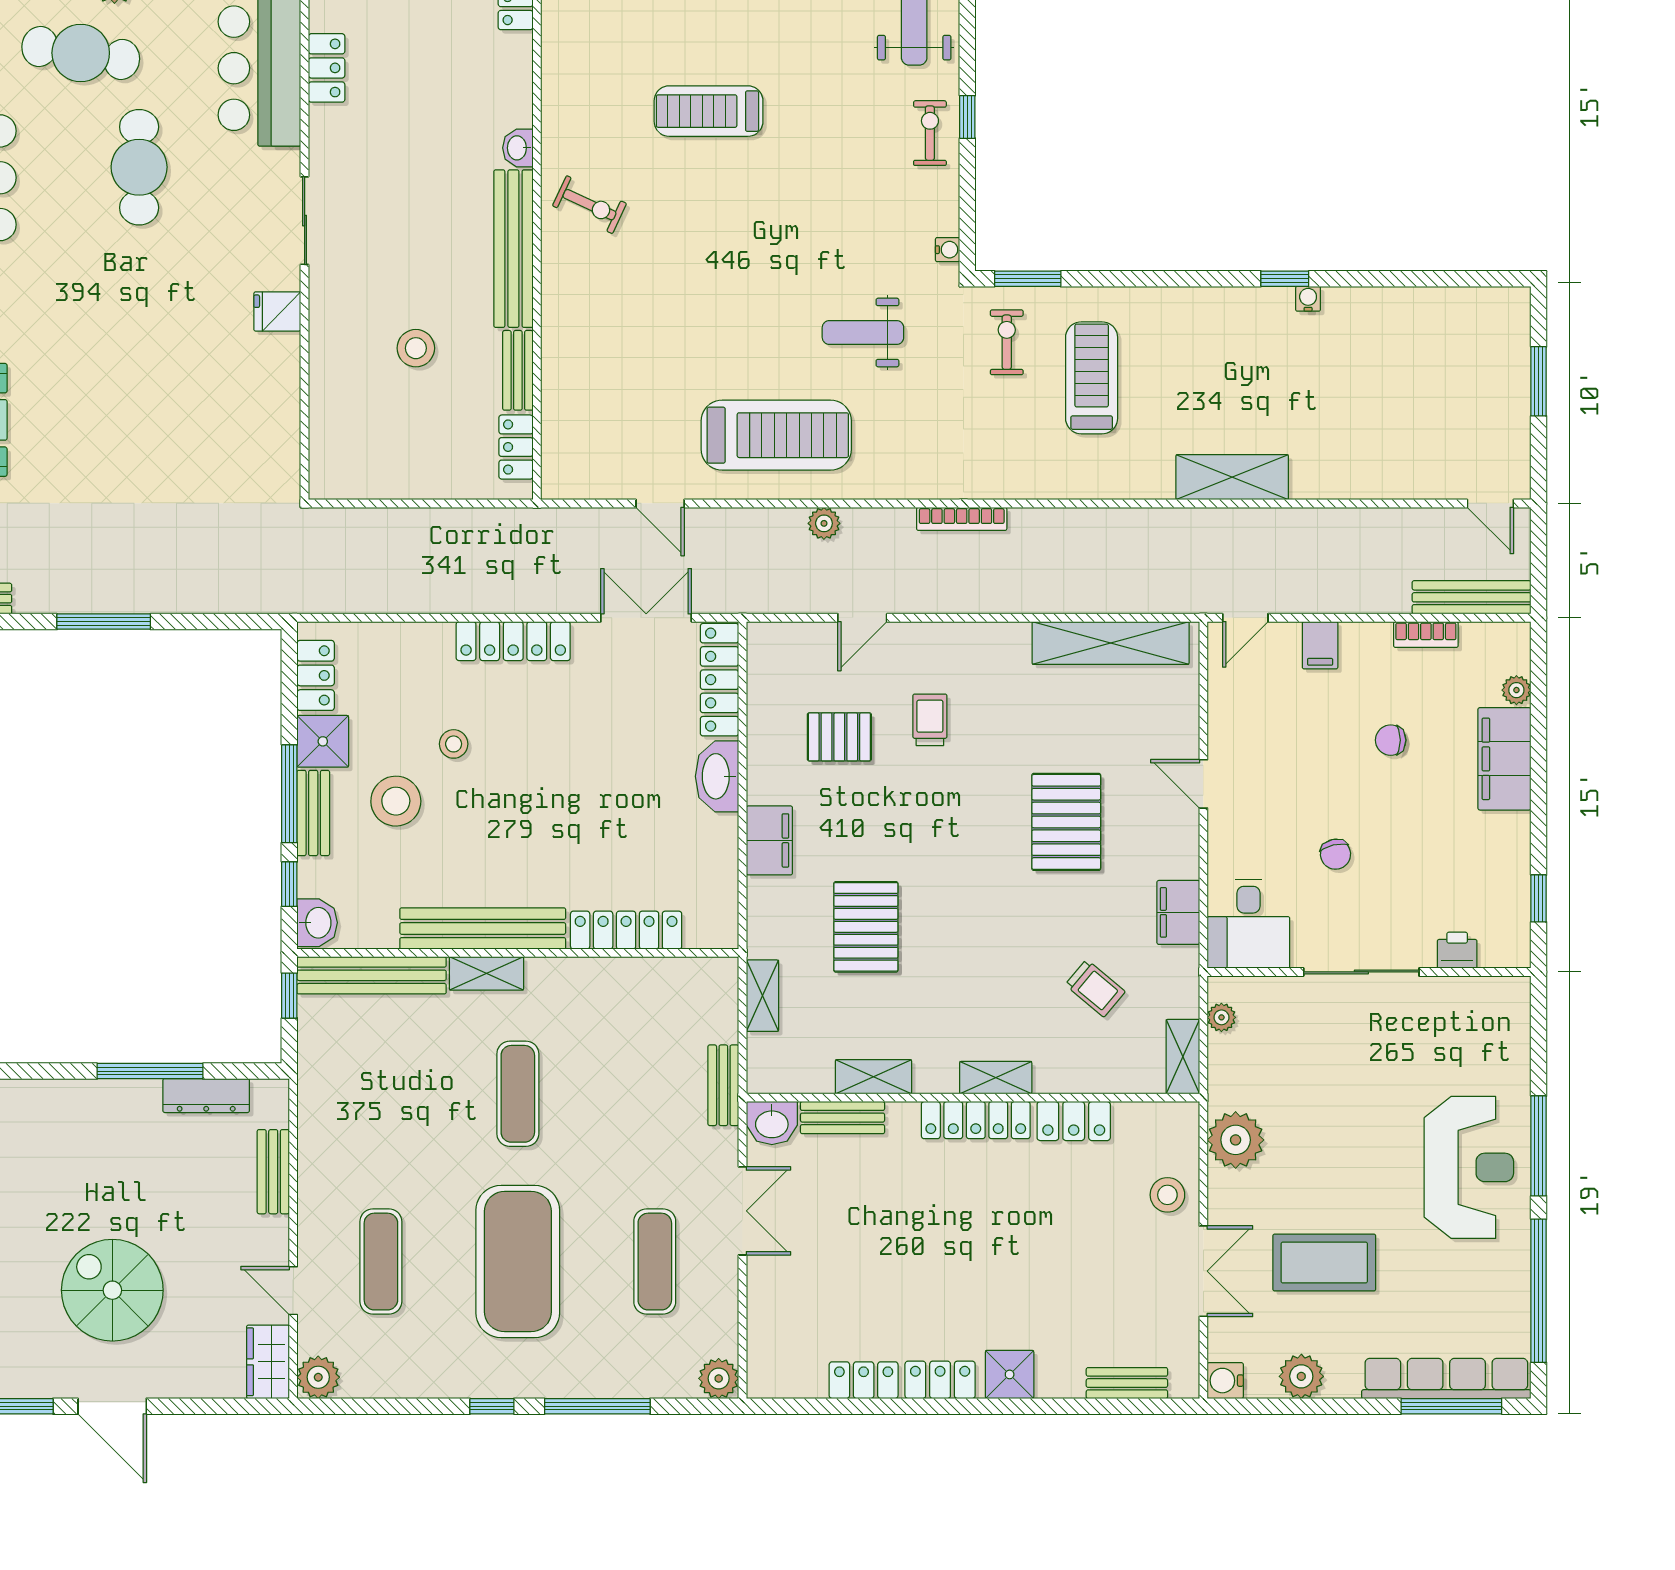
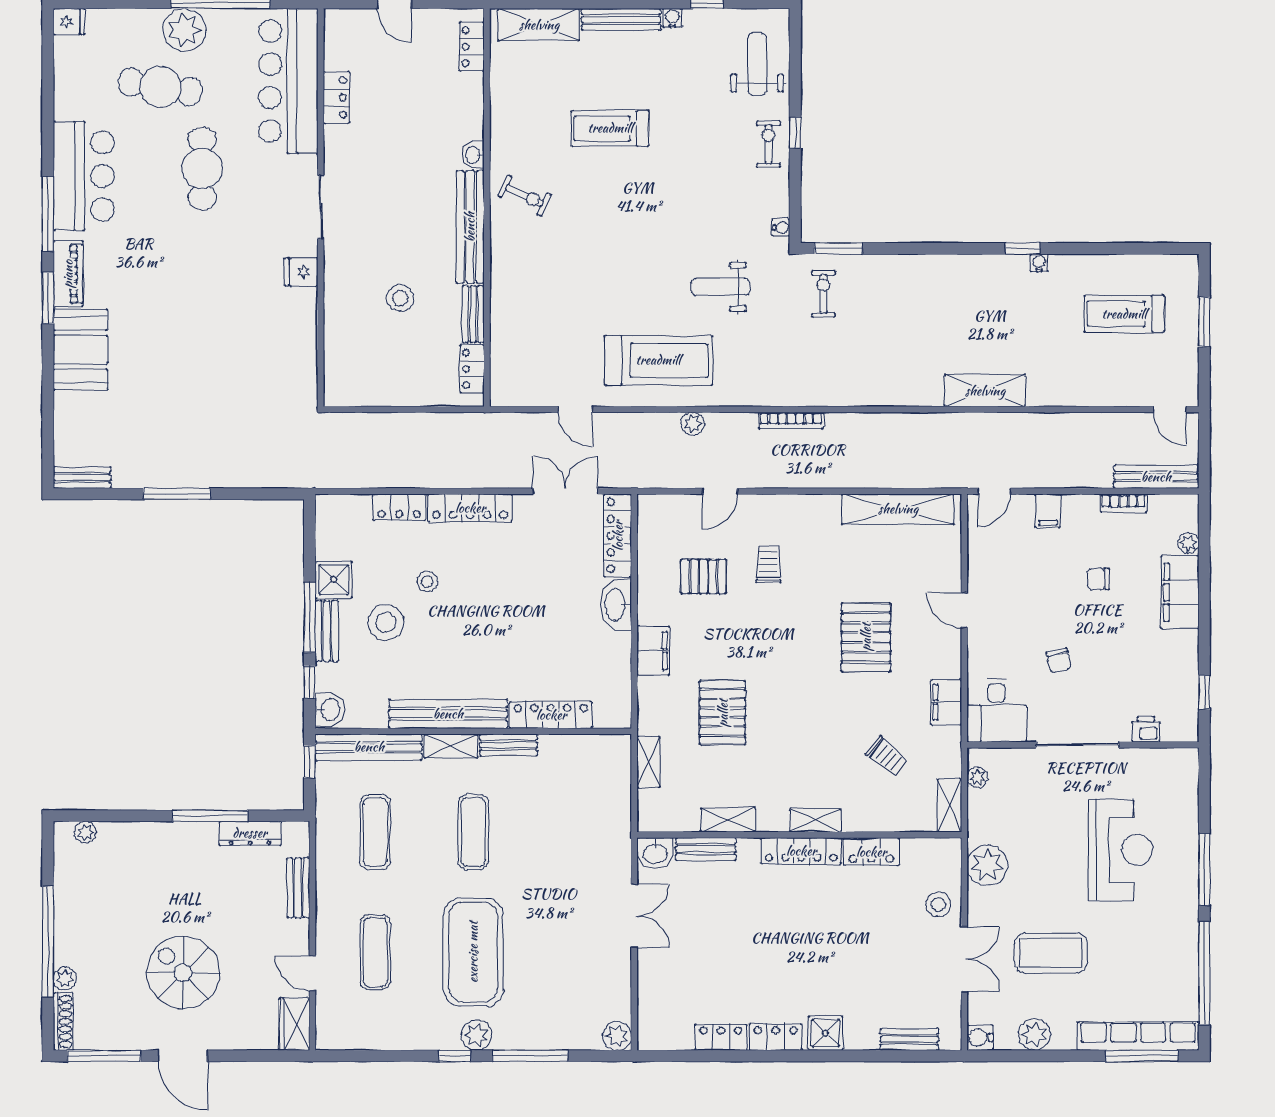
treadmill: (1092, 378) -> (1124, 314), moved, turned -90
locker: (316, 675) -> (399, 507), moved, turned 90
bench: (723, 1085) -> (509, 745), moved, turned 90
reception desk: (1469, 1167) -> (1120, 850), moved
exercise mat: (655, 1262) -> (375, 832), moved
plant: (318, 1377) -> (477, 1035), moved

